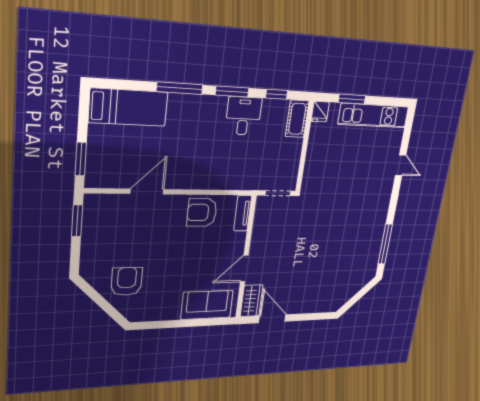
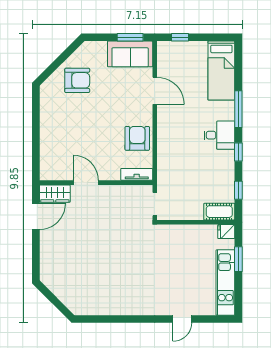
window: (232, 91) -> (238, 152), width x0.67
desk: (243, 116) -> (219, 135), moved
window: (81, 159) -> (180, 37), width x0.67
window: (385, 244) -> (107, 319), removed
sofa: (207, 305) -> (130, 54), moved, turned 90

